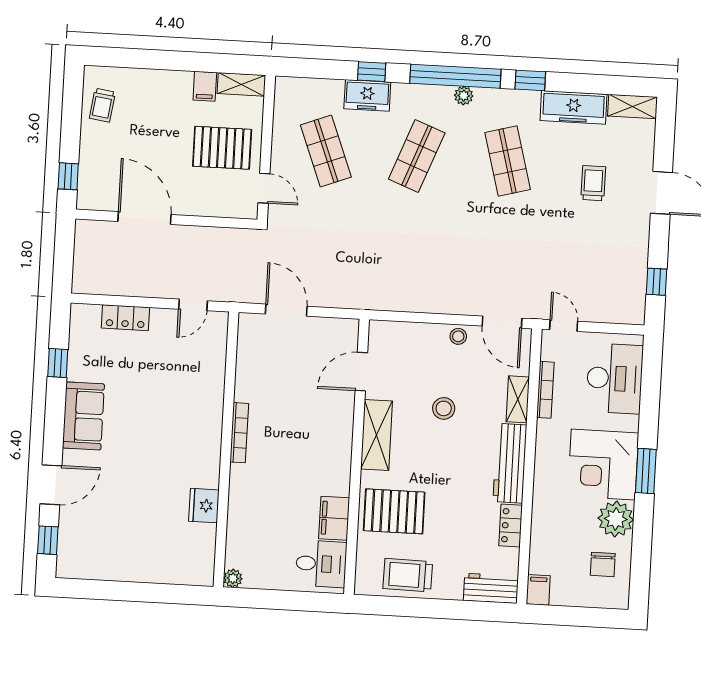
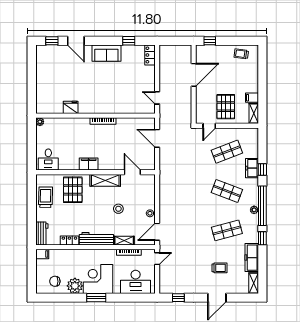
door: (286, 310) -> (157, 138), swing flipped
locker: (125, 318) -> (150, 55), moved
filing cabinet: (334, 518) -> (89, 164), moved

